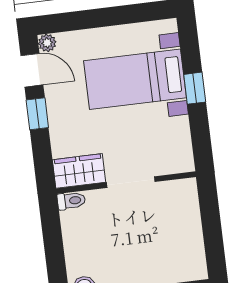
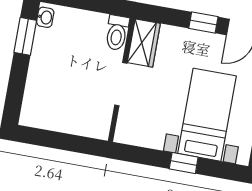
toilet: (71, 201) -> (117, 33), width x1.37, depth x1.39

